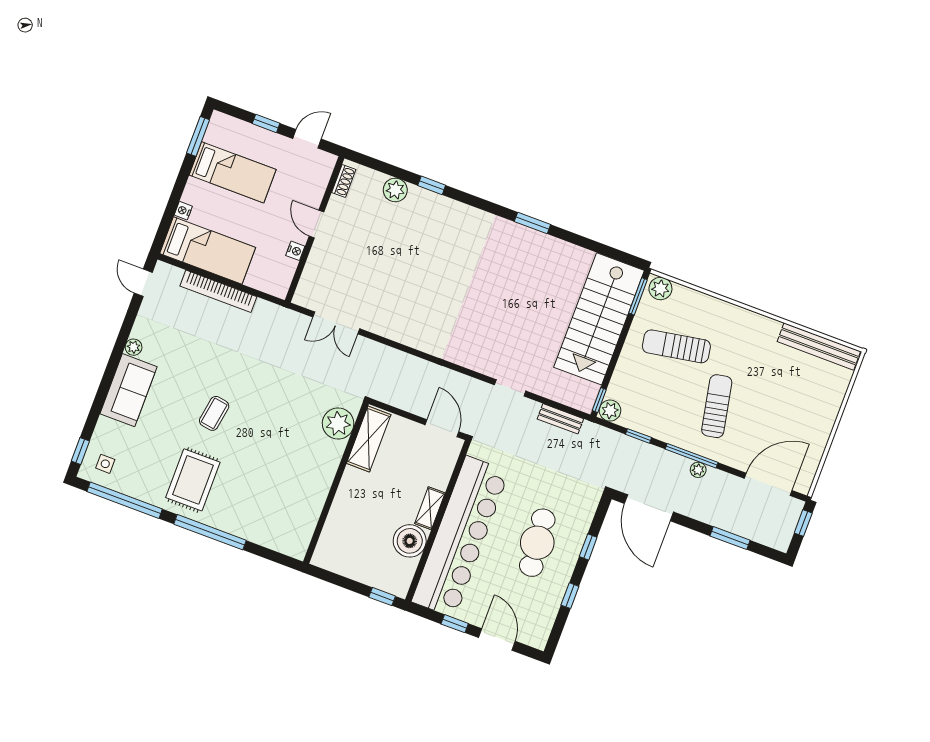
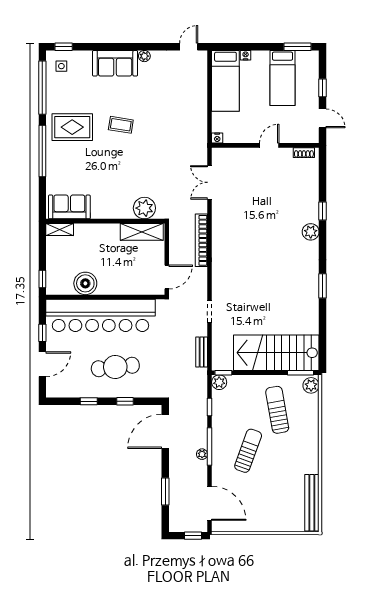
plant: (395, 190) -> (311, 232), moved
nightstand: (295, 251) -> (217, 138), moved
bookcase: (218, 291) -> (201, 240), moved
sun lounger: (717, 406) -> (248, 451), turned -59
shelving: (430, 508) -> (60, 229), moved
sofa: (299, 524) -> (69, 207), added

